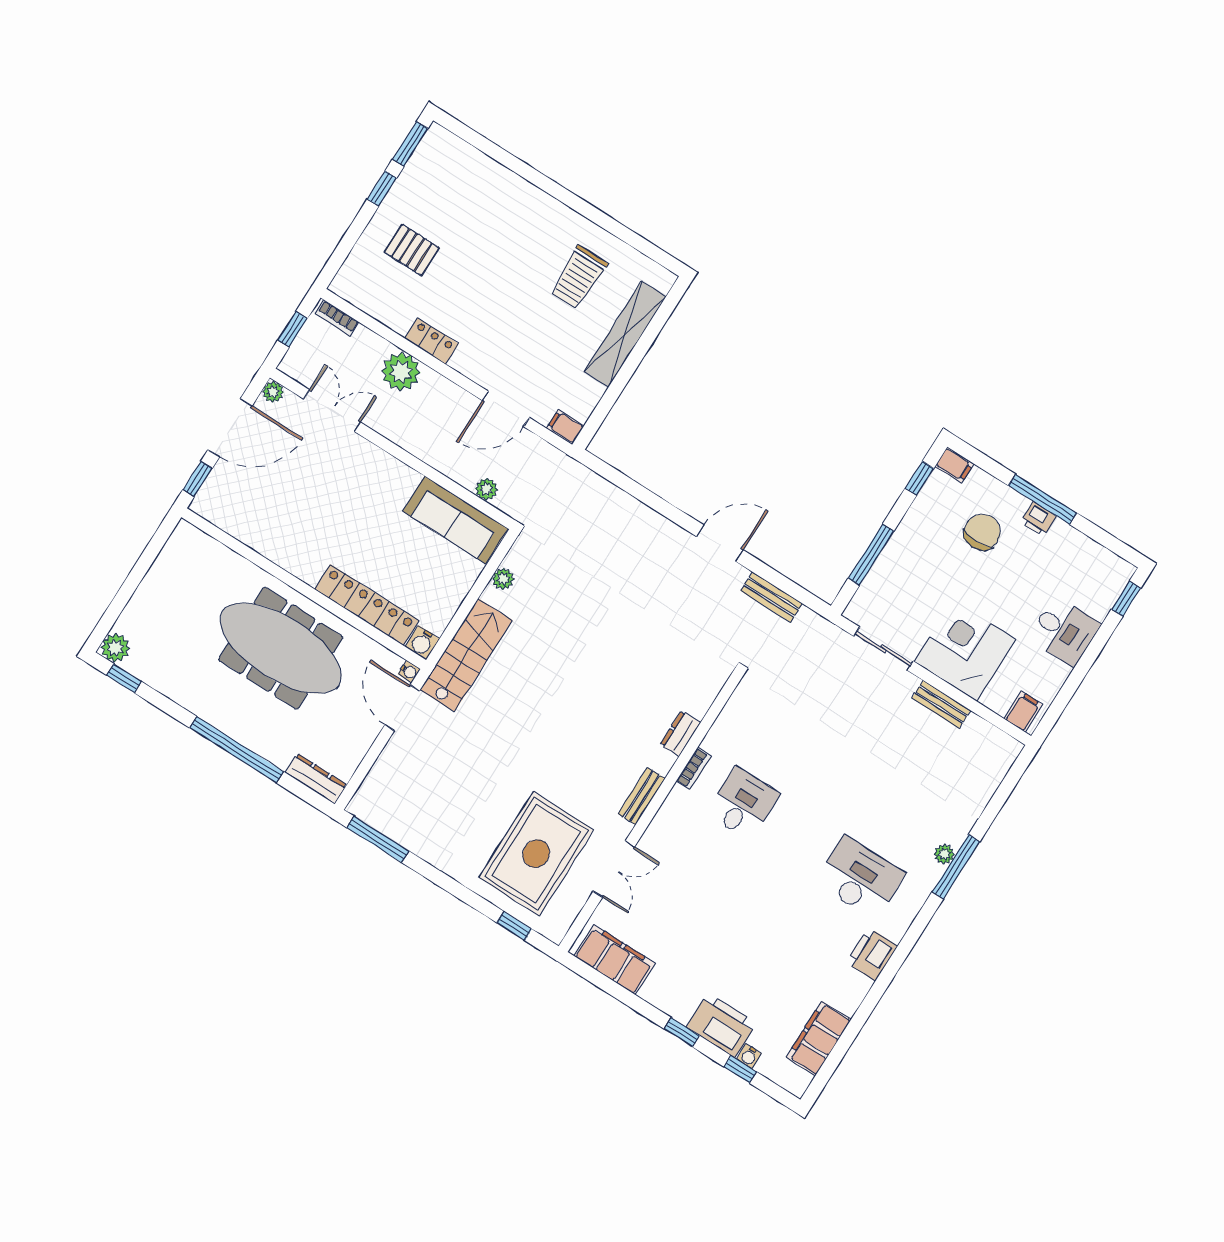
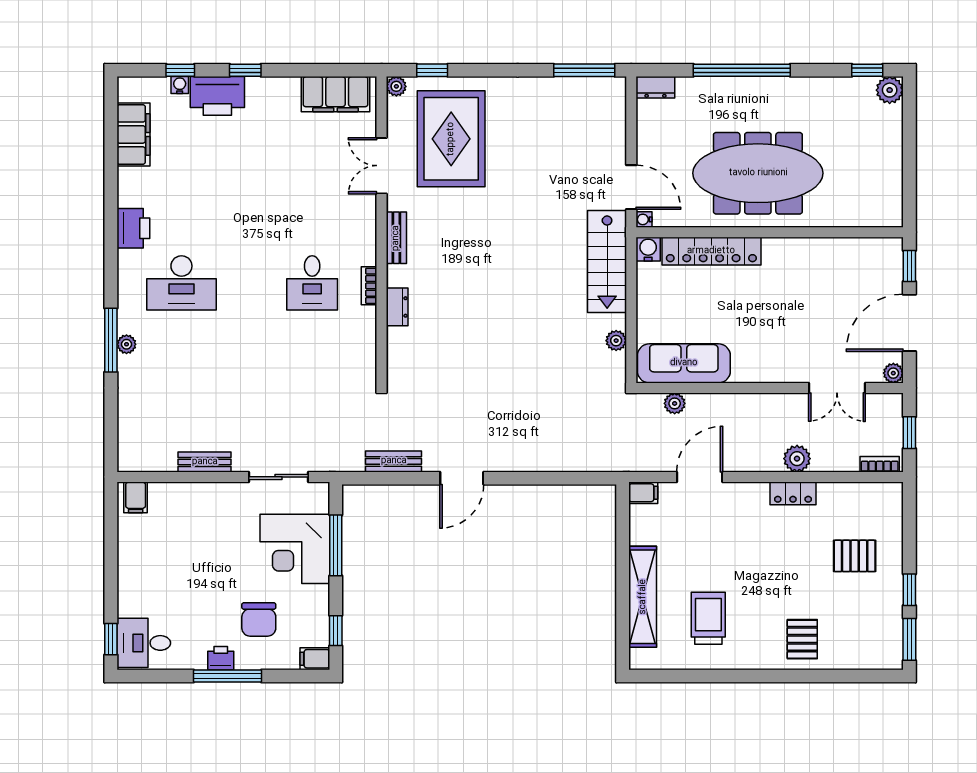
pallet: (506, 205) -> (802, 639), added
plant: (401, 372) -> (797, 459), width x0.73, depth x0.73
desk: (1064, 631) -> (144, 643), moved
corner desk: (965, 650) -> (295, 549), moved, turned 90
dresser: (316, 779) -> (655, 87), width x0.70
plant: (555, 932) -> (396, 86), added

